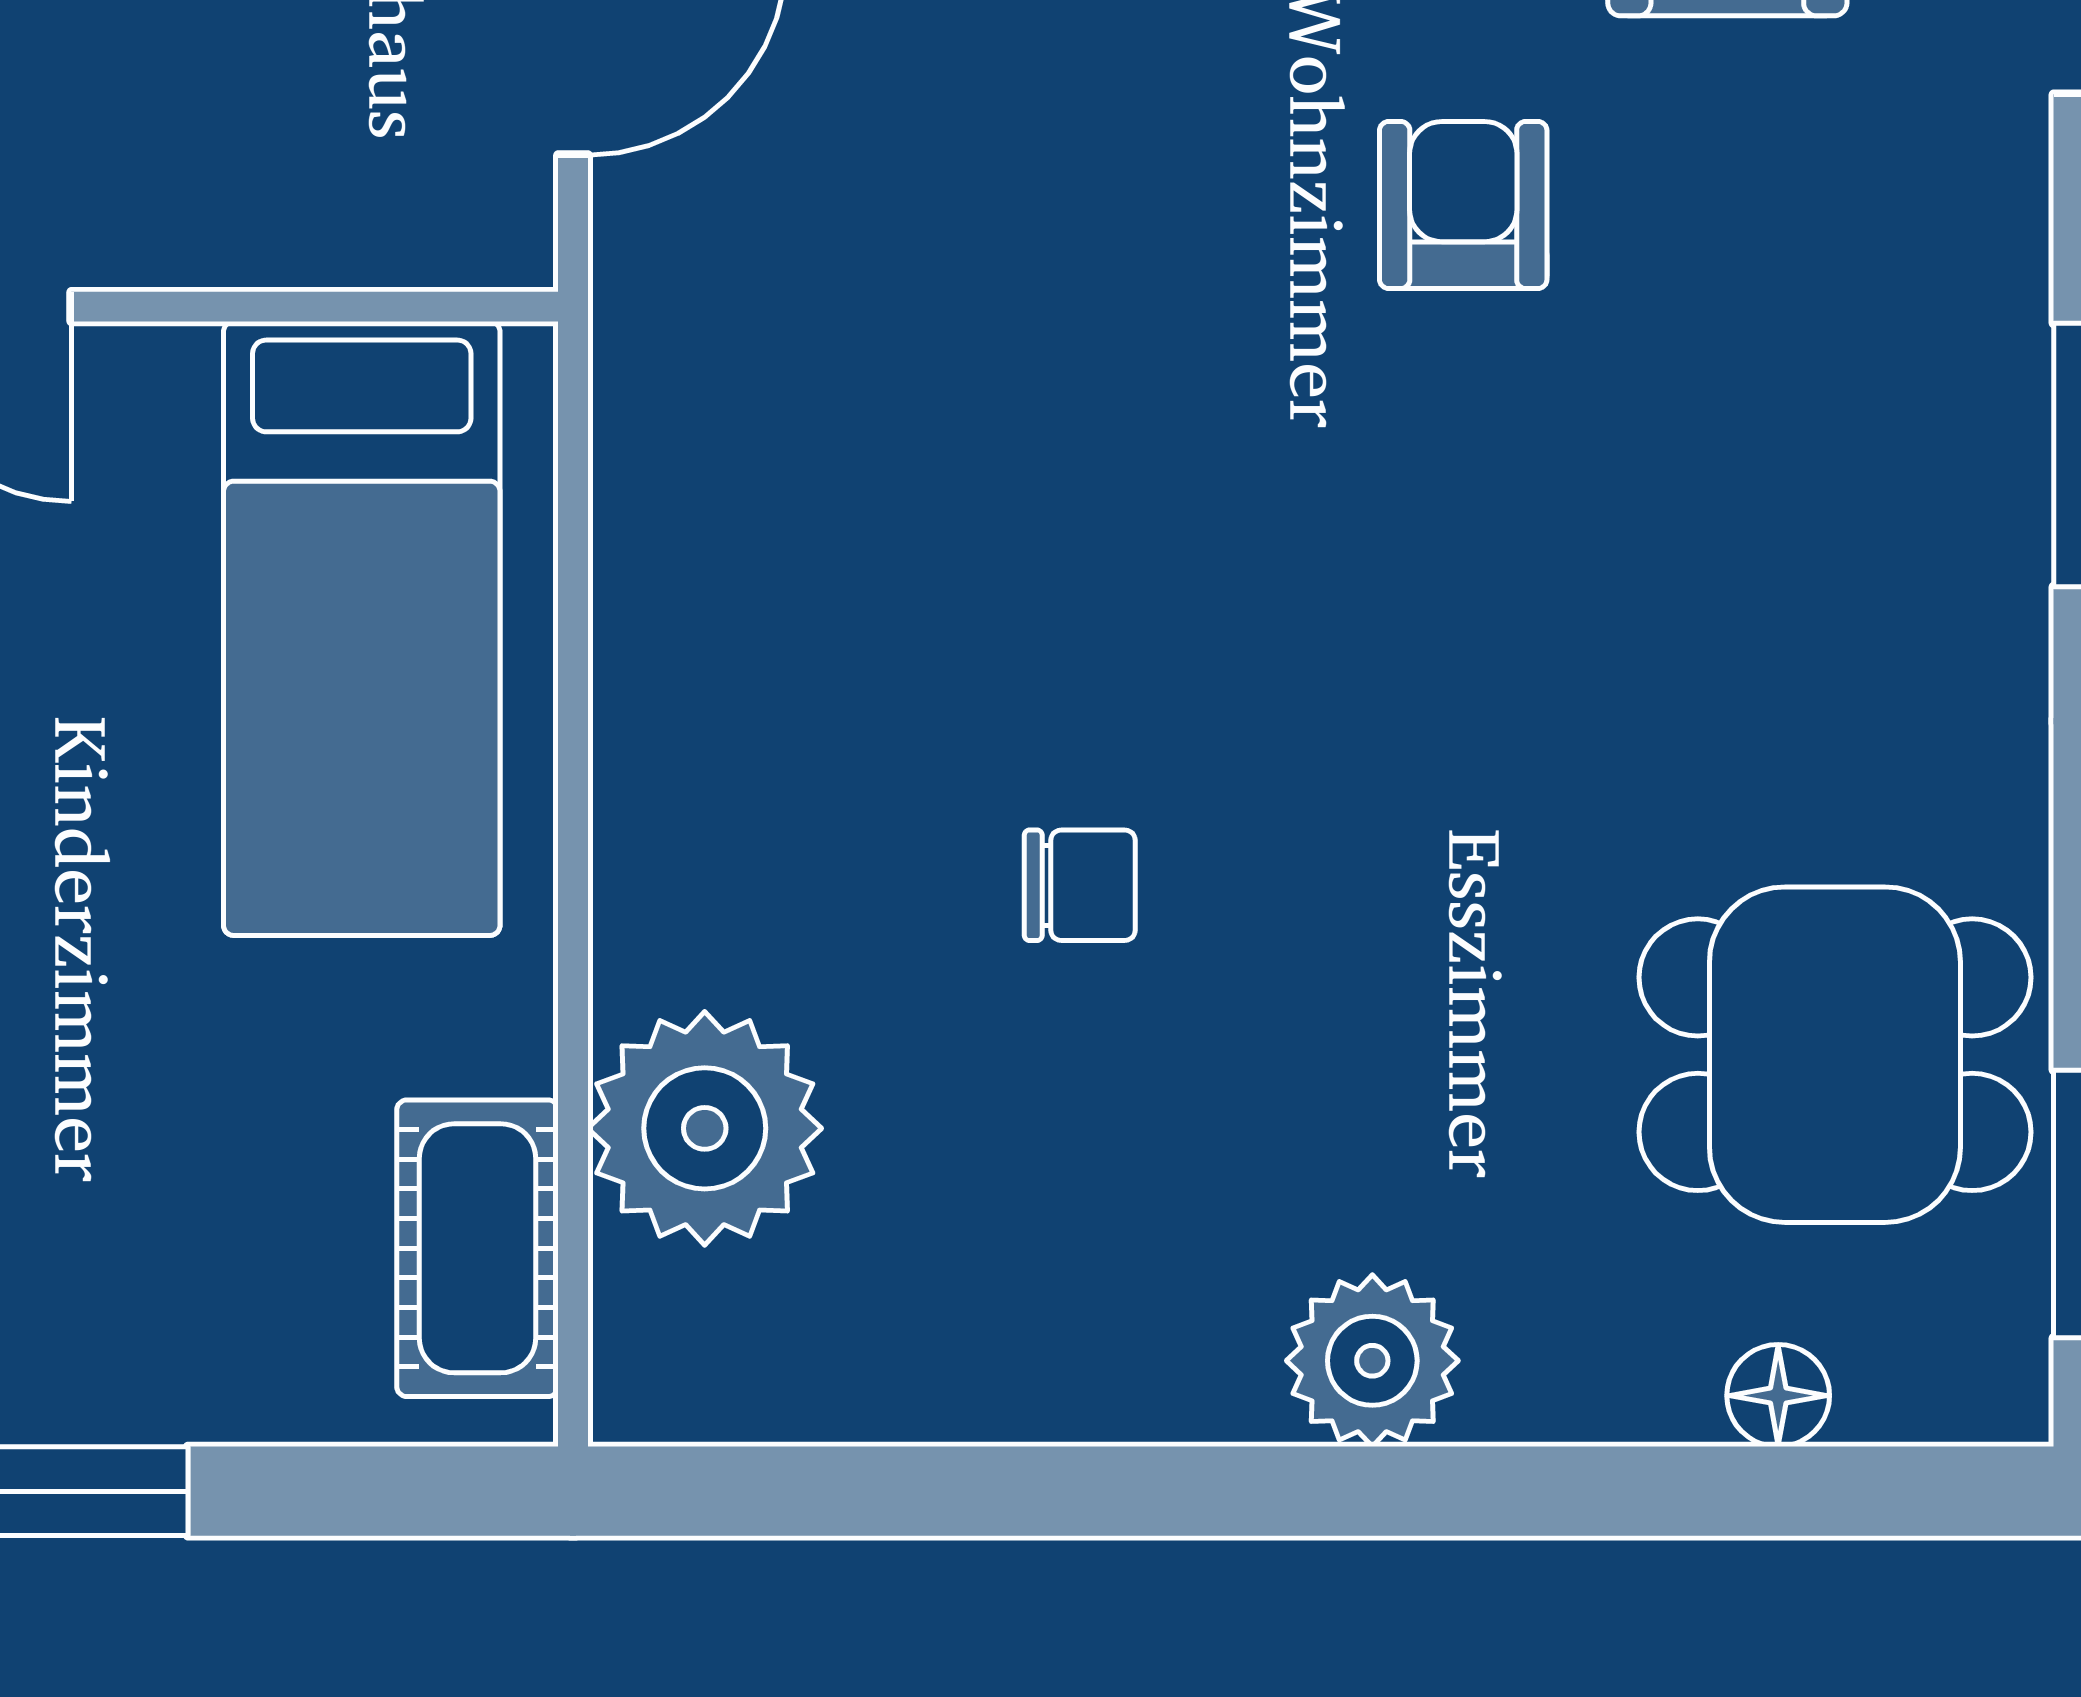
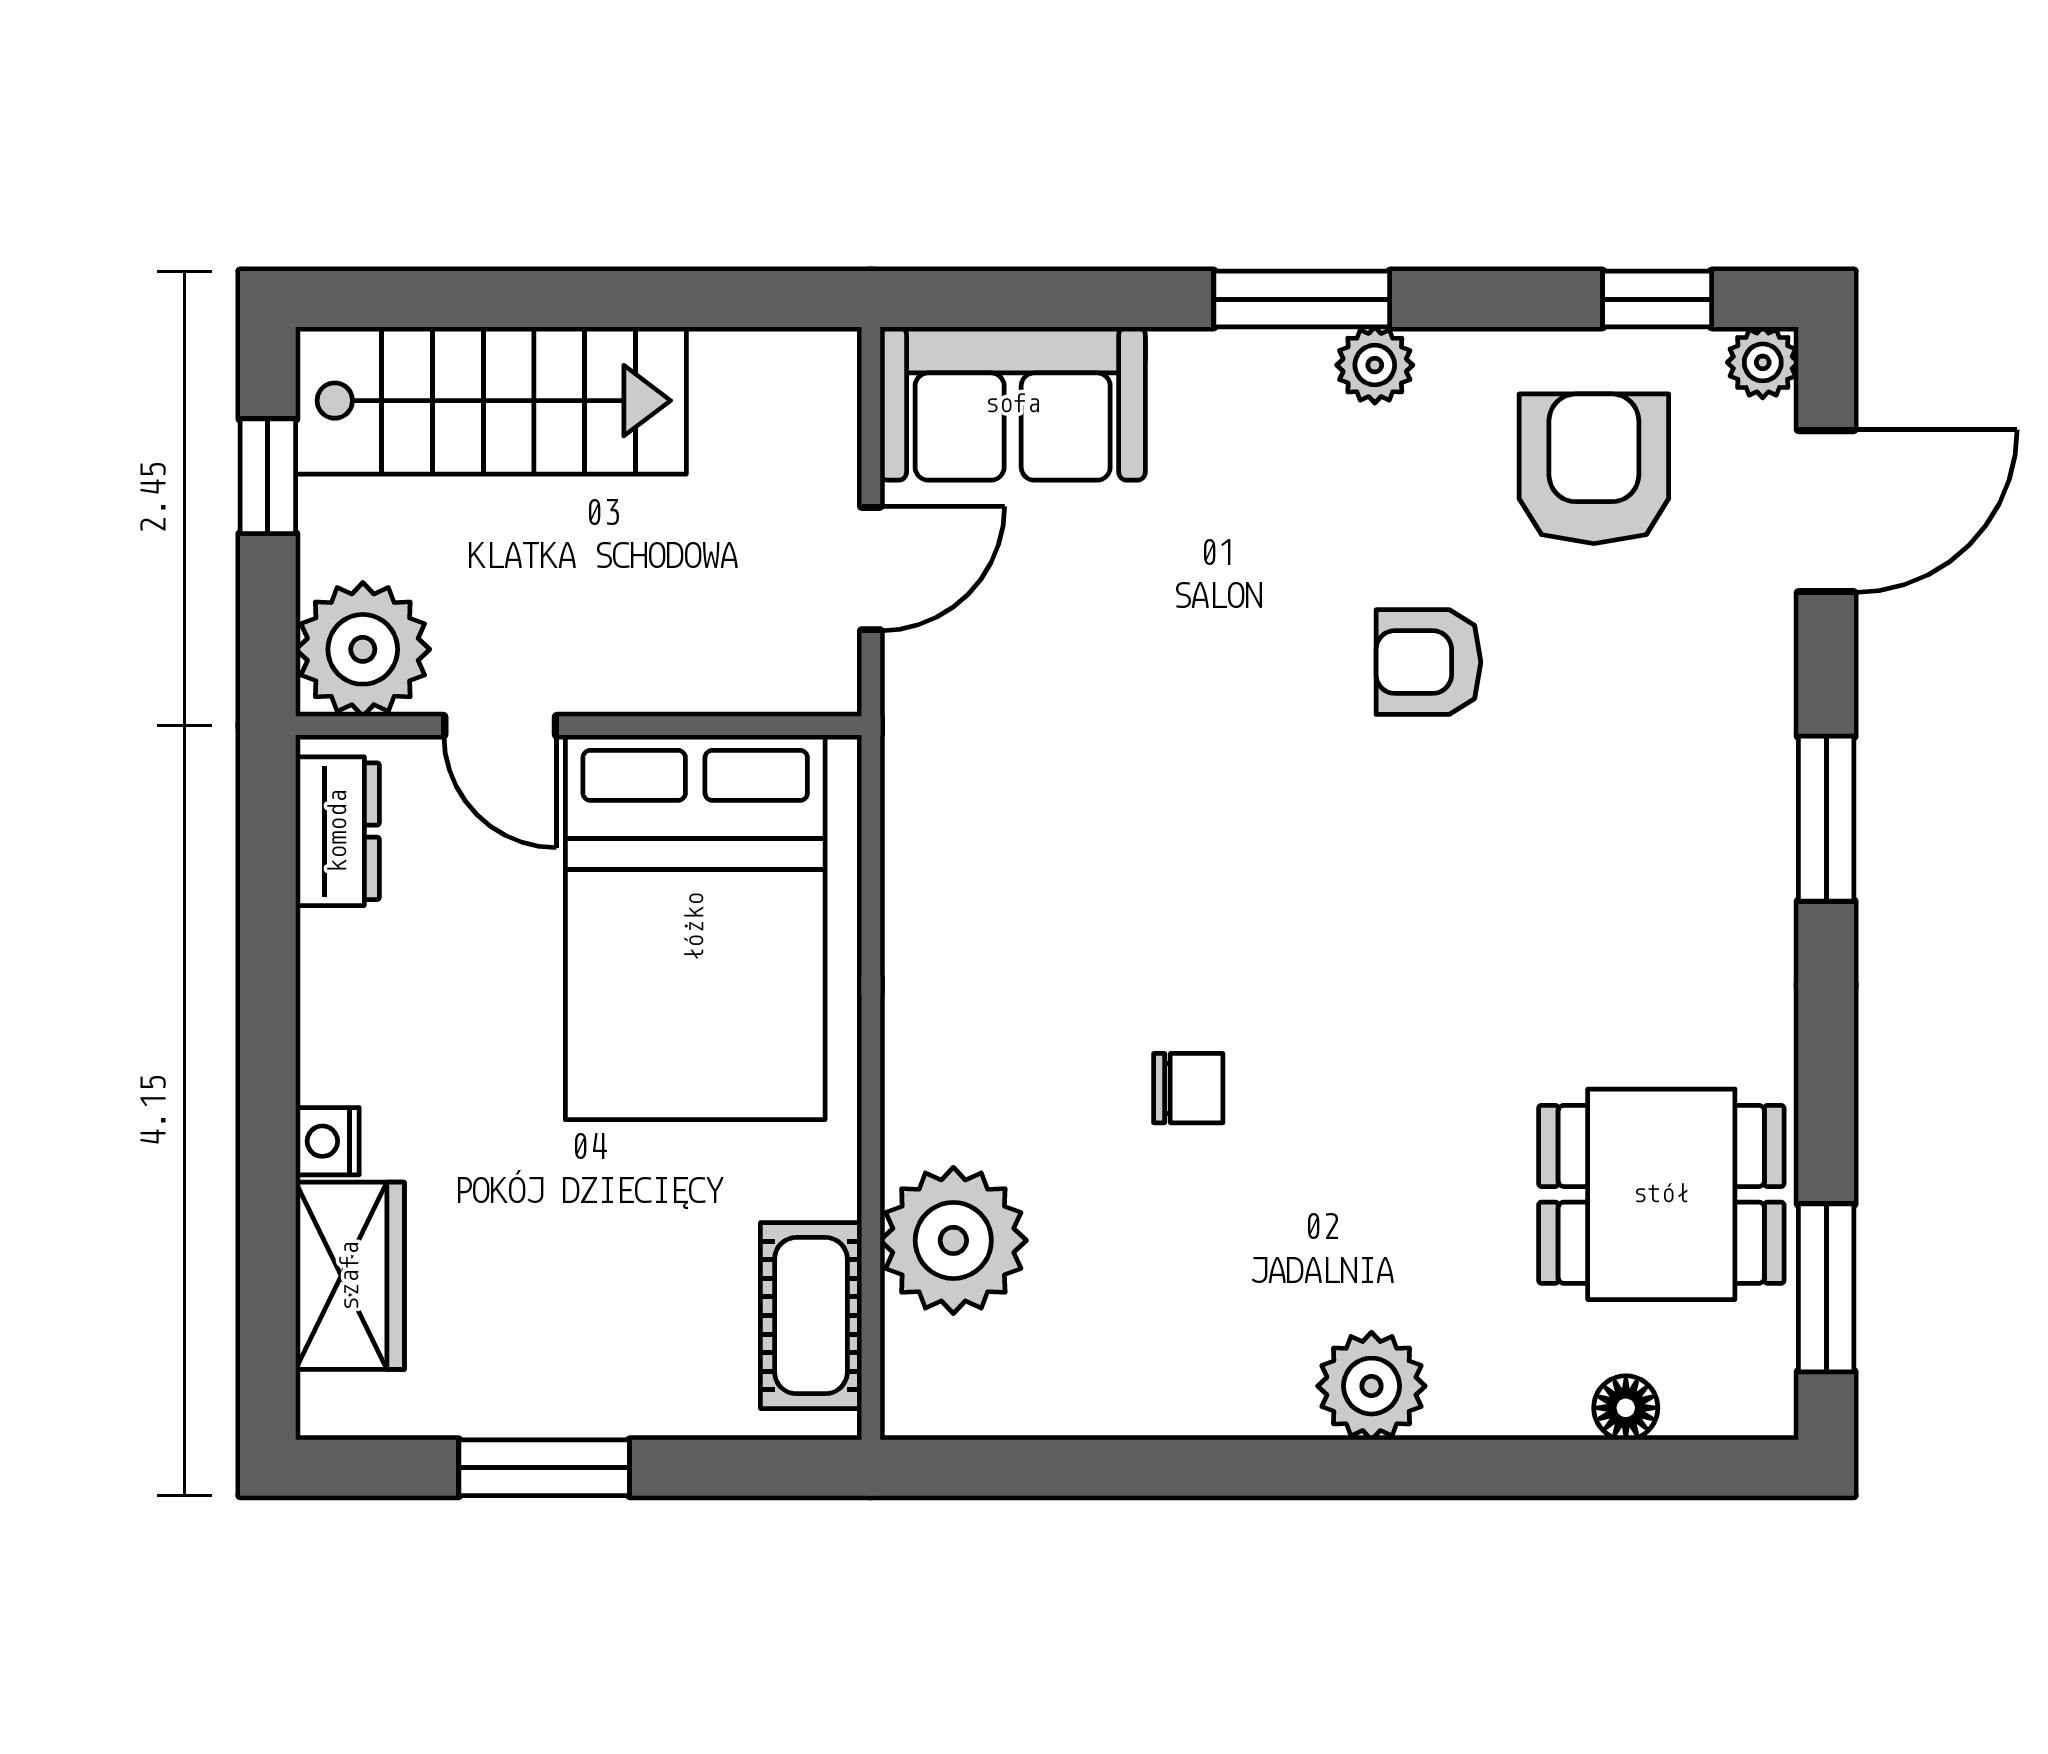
armchair: (1463, 205) -> (1428, 662), turned -90
bed: (362, 629) -> (695, 927), width x1.50

